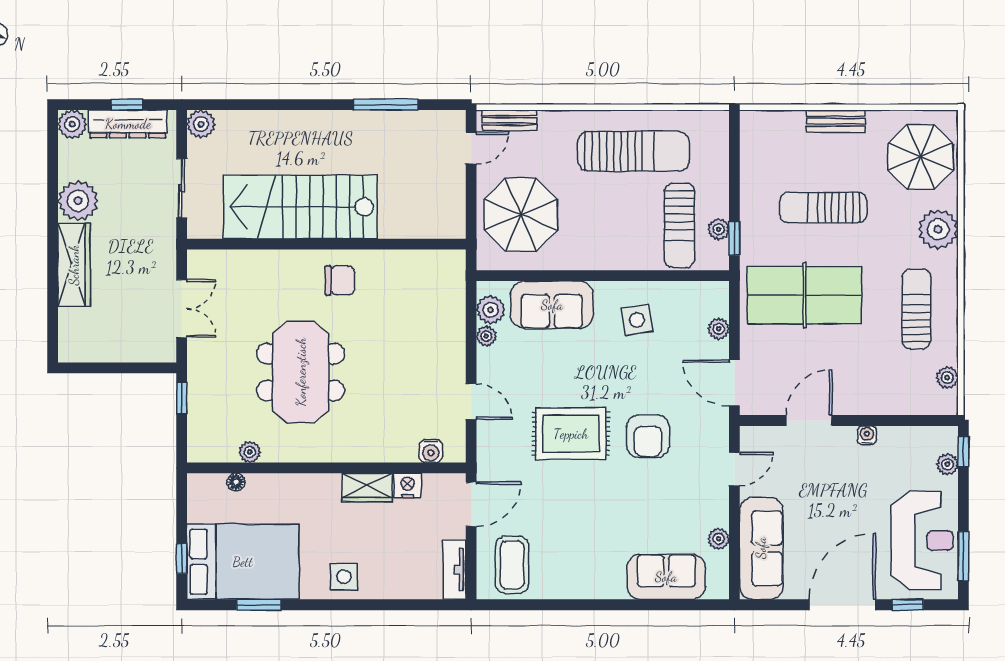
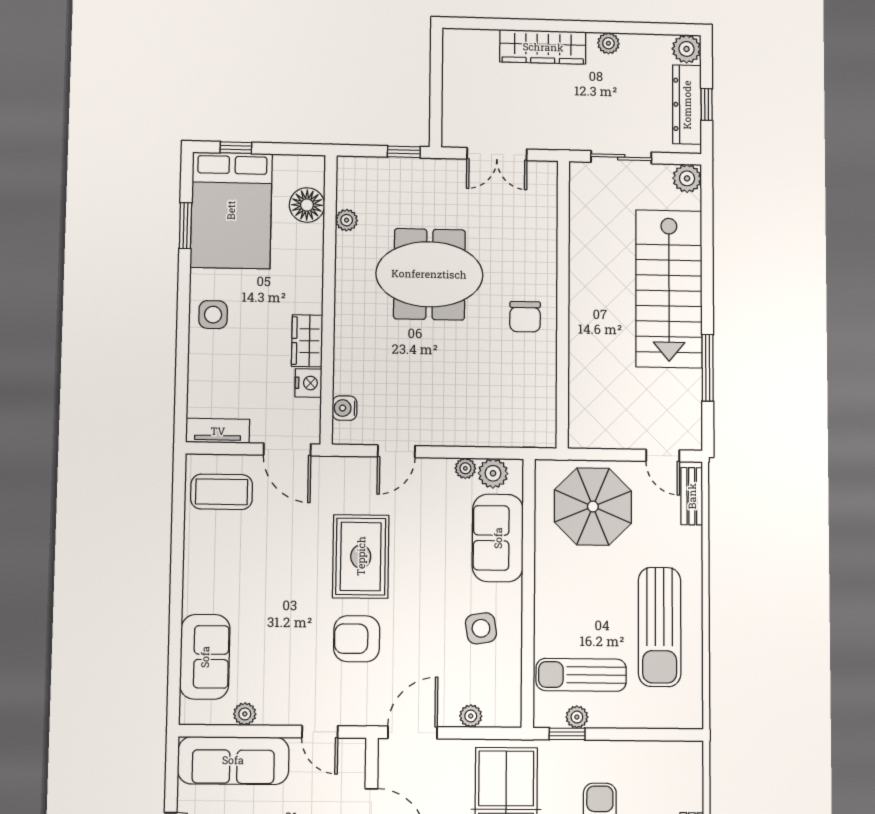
plant: (78, 201) -> (608, 43), width x0.53, depth x0.53
stairs: (300, 207) -> (669, 289), moved, turned 180
floor lamp: (236, 482) -> (307, 205), width x1.89, depth x1.89

